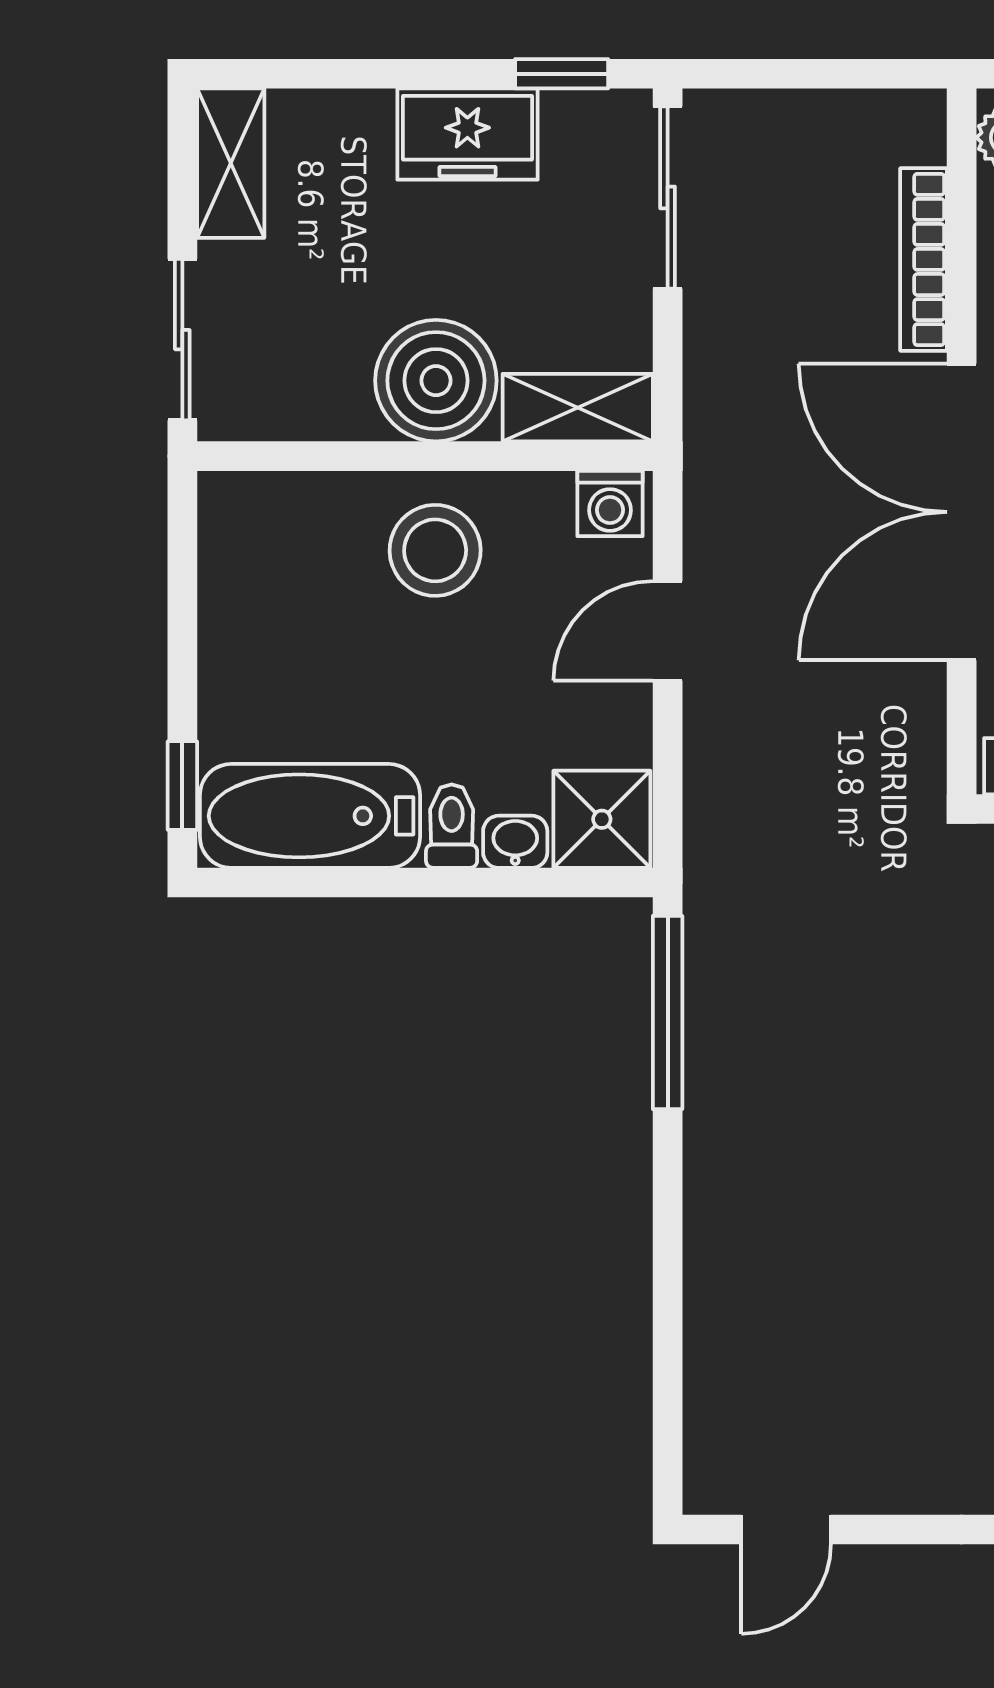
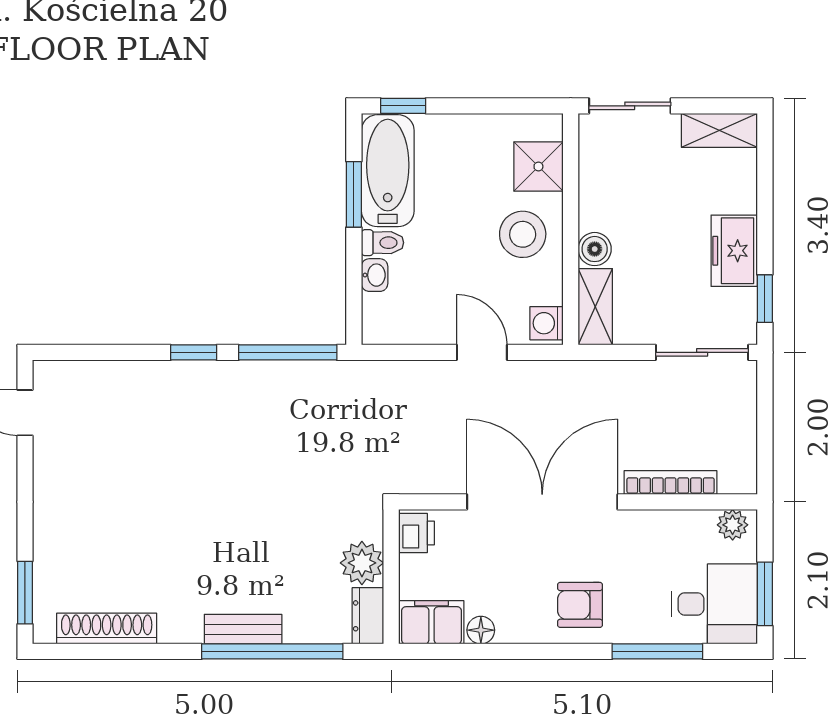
boiler: (436, 381) -> (595, 249), width x0.54, depth x0.54
shower: (602, 819) -> (538, 166), moved
window: (357, 882) -> (354, 194), added
window: (668, 1198) -> (194, 352), added

